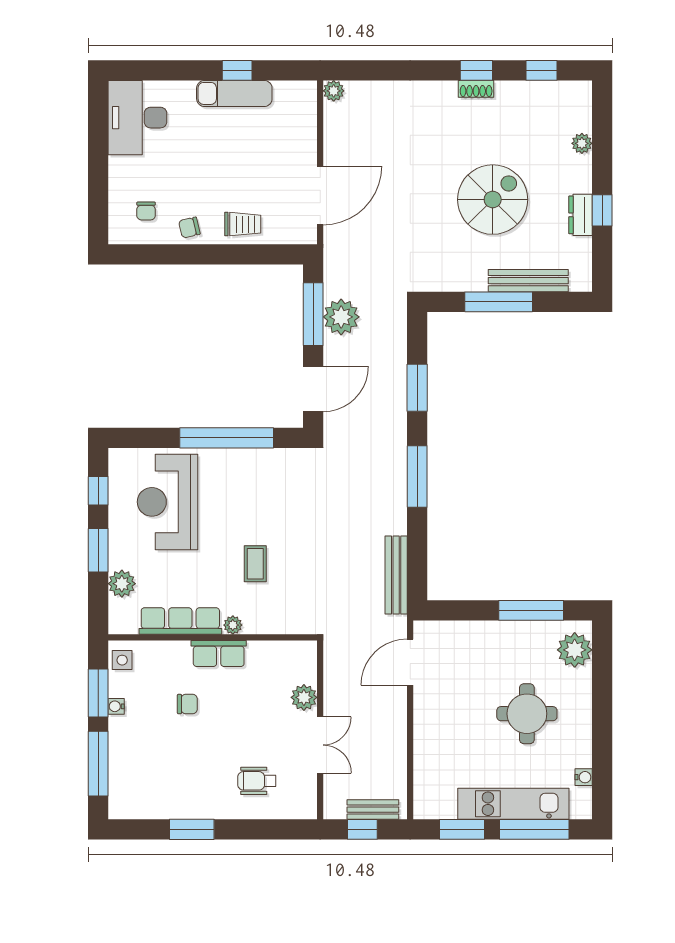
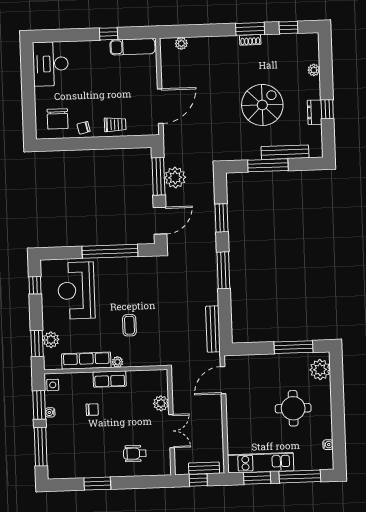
window: (476, 70) -> (250, 29), width x1.50
plant: (334, 91) -> (181, 43), moved
exam couch: (234, 93) -> (133, 47), moved
chair: (146, 211) -> (58, 119), width x1.87, depth x1.87
window: (98, 550) -> (37, 343), moved
kitchen unit: (513, 804) -> (261, 463), moved

